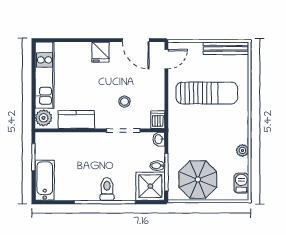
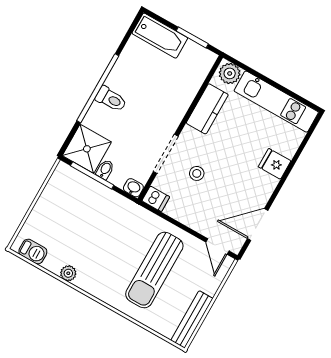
fridge: (101, 52) -> (275, 164), moved
parasol: (198, 179) -> (64, 206), removed

